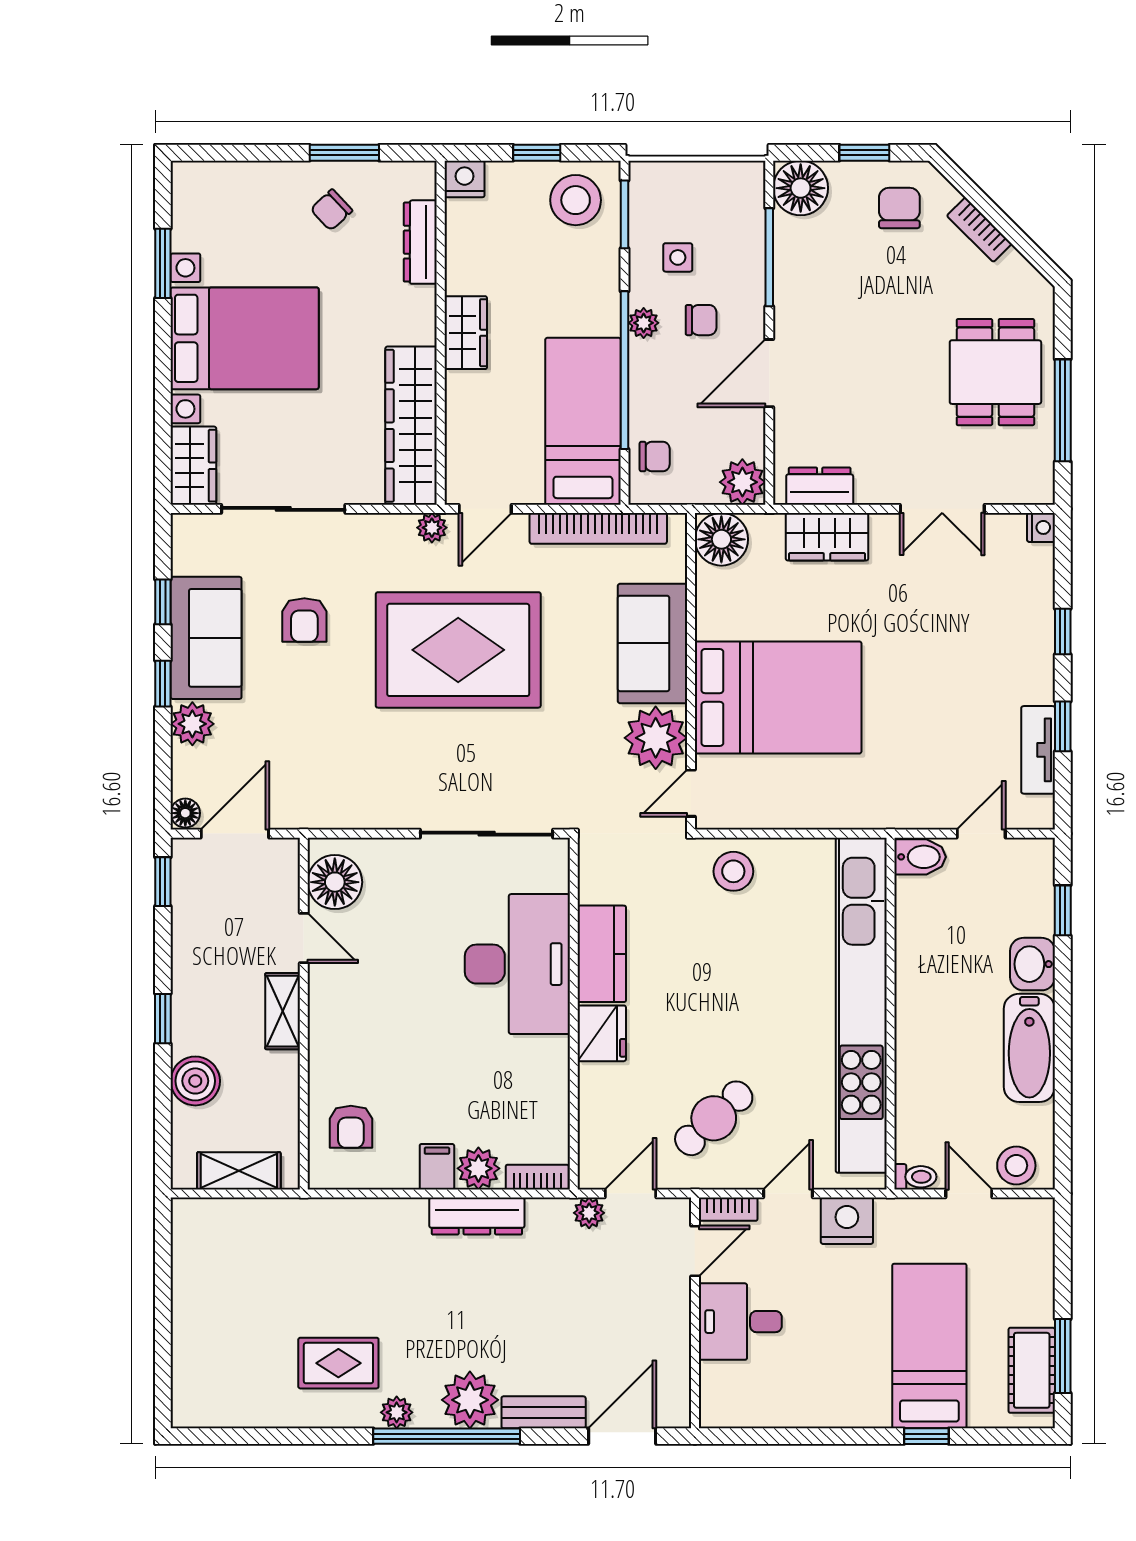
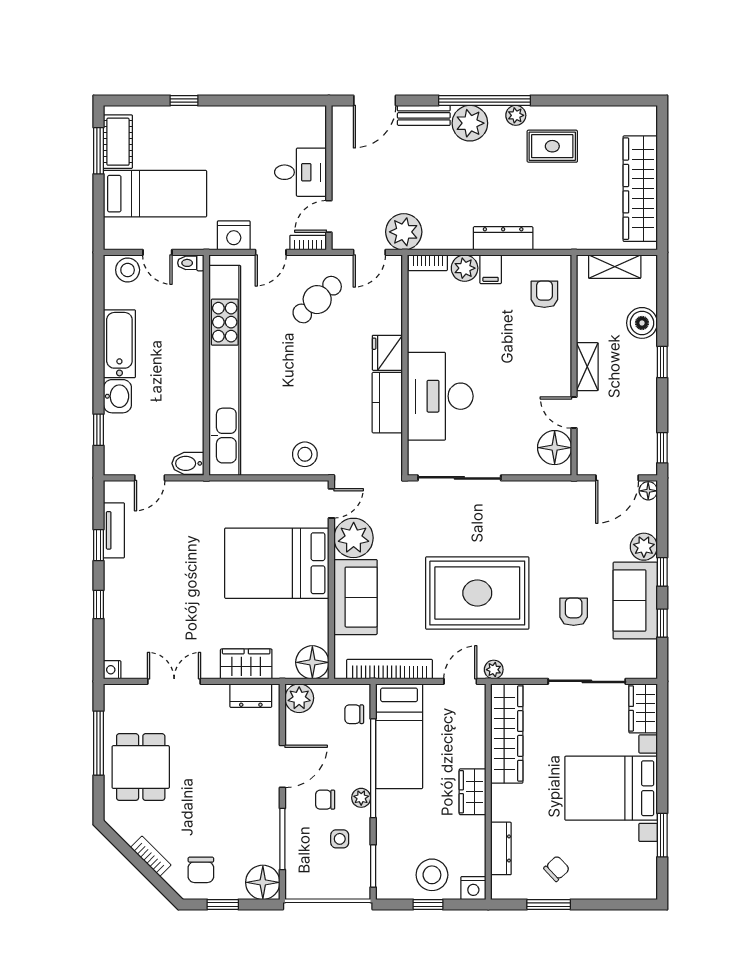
stool: (576, 200) -> (432, 875), moved
plant: (589, 1213) -> (404, 232), width x1.88, depth x1.88
dresser: (477, 1216) -> (503, 238), moved
wardrobe: (198, 1295) -> (640, 189), added
bed: (929, 1346) -> (155, 194), moved, turned -90

